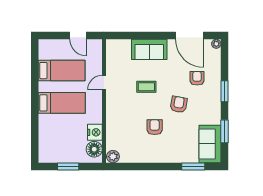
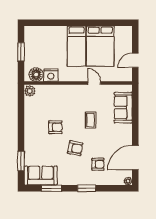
sofa: (149, 49) -> (123, 108), moved
bed: (62, 71) -> (100, 46), width x1.50

